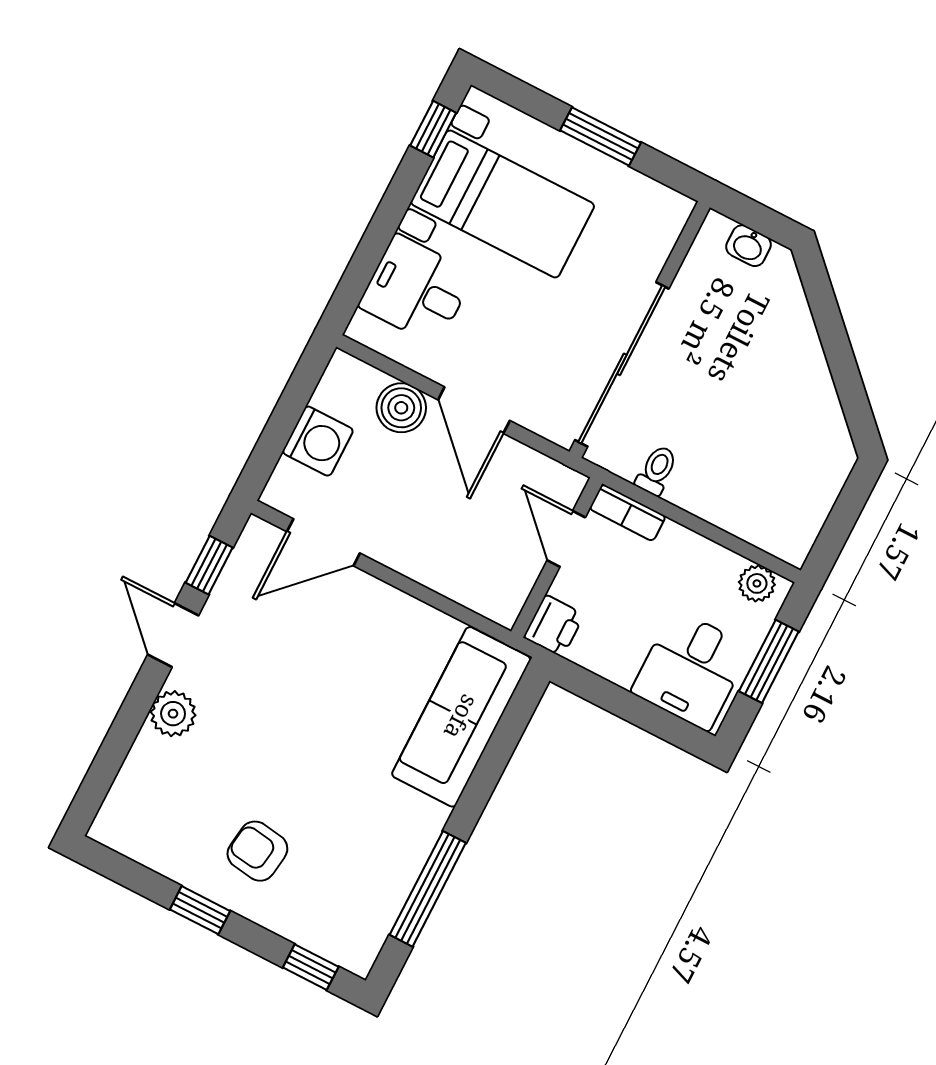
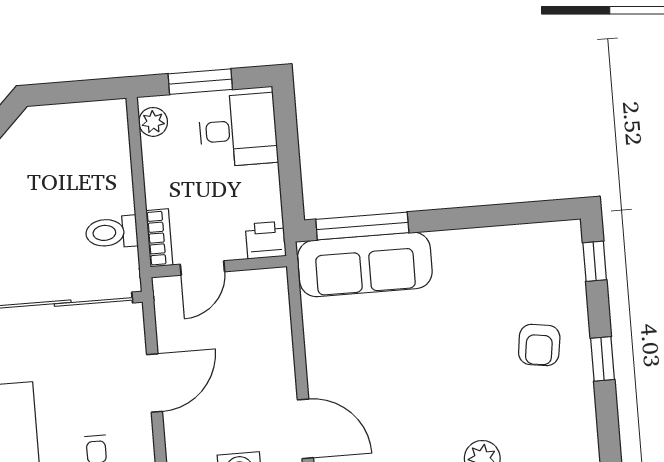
boiler: (401, 408) -> (183, 433), removed
toilet: (657, 470) -> (112, 232), width x1.37, depth x1.39
window: (428, 889) -> (362, 226), moved

